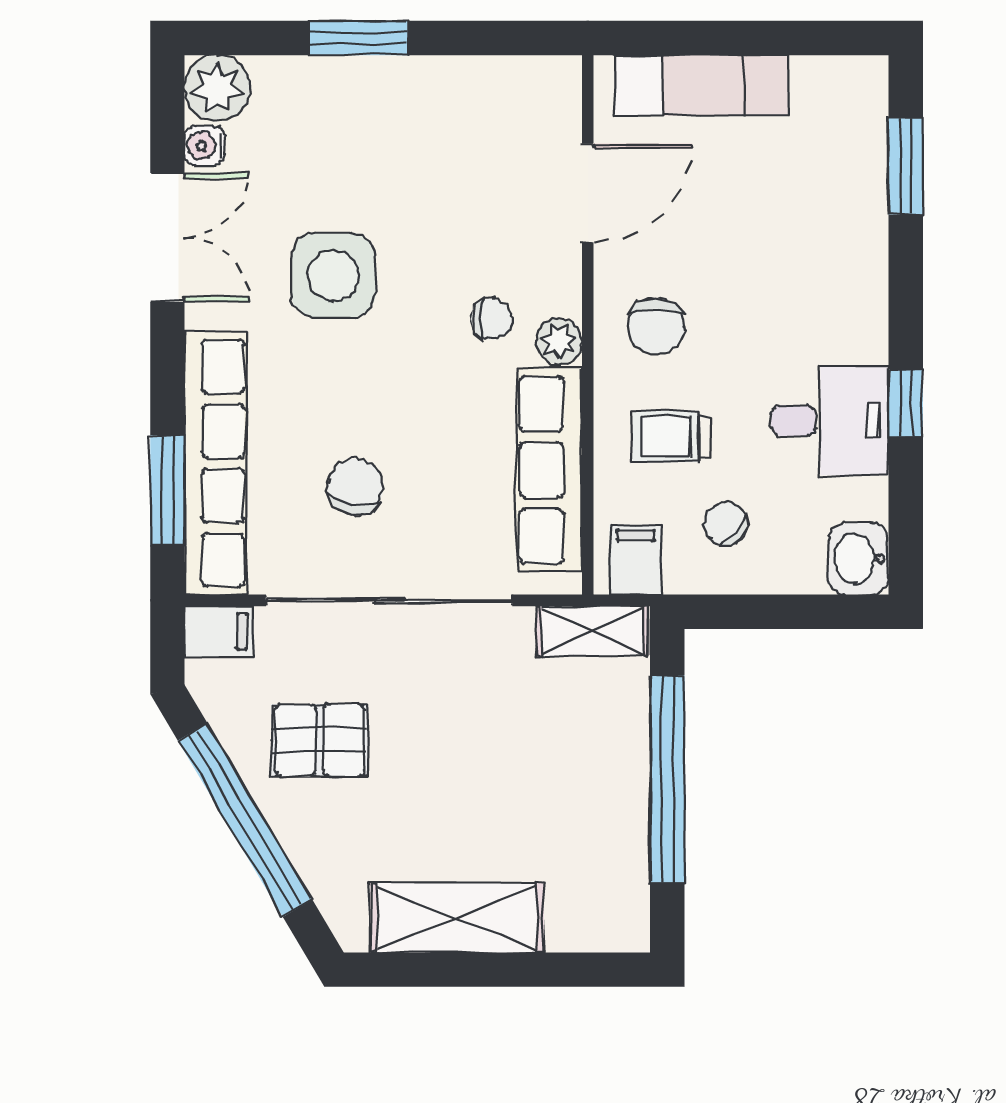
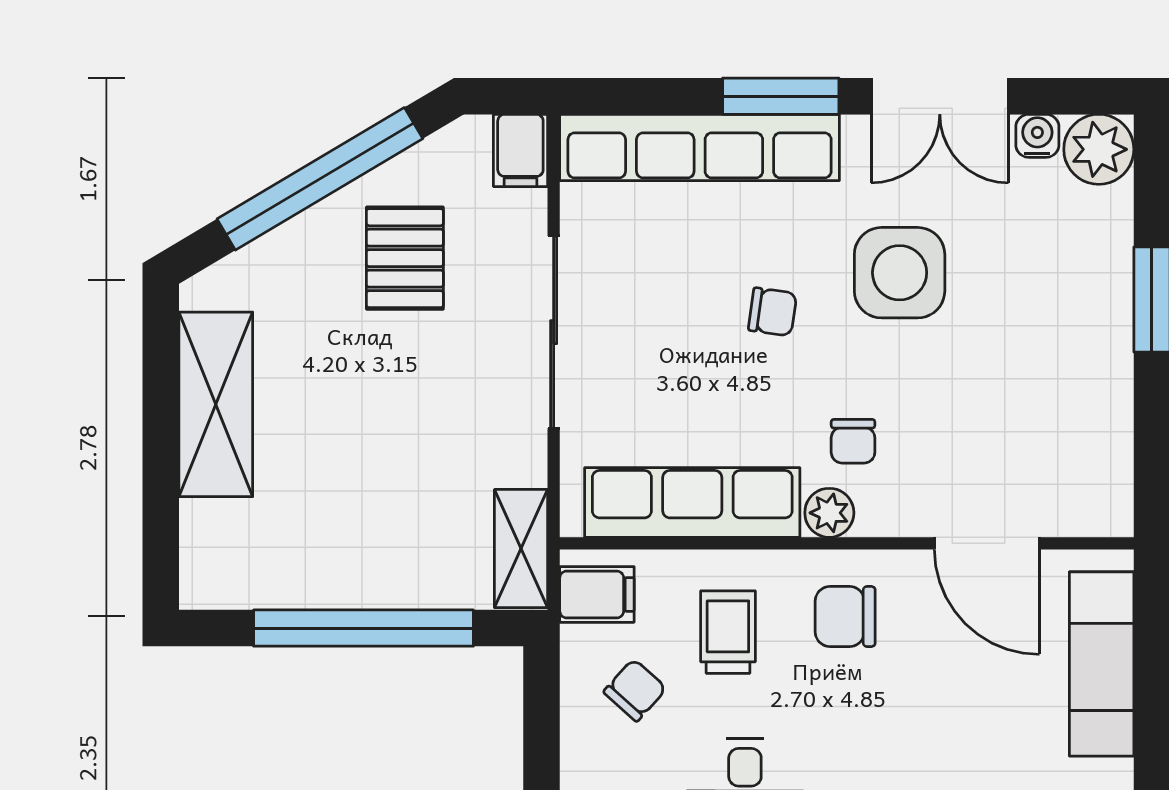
chair: (355, 487) -> (772, 312), moved, width x0.73, depth x0.73
window: (167, 490) -> (781, 96), moved
sliding door: (389, 600) -> (554, 332), width x0.73

